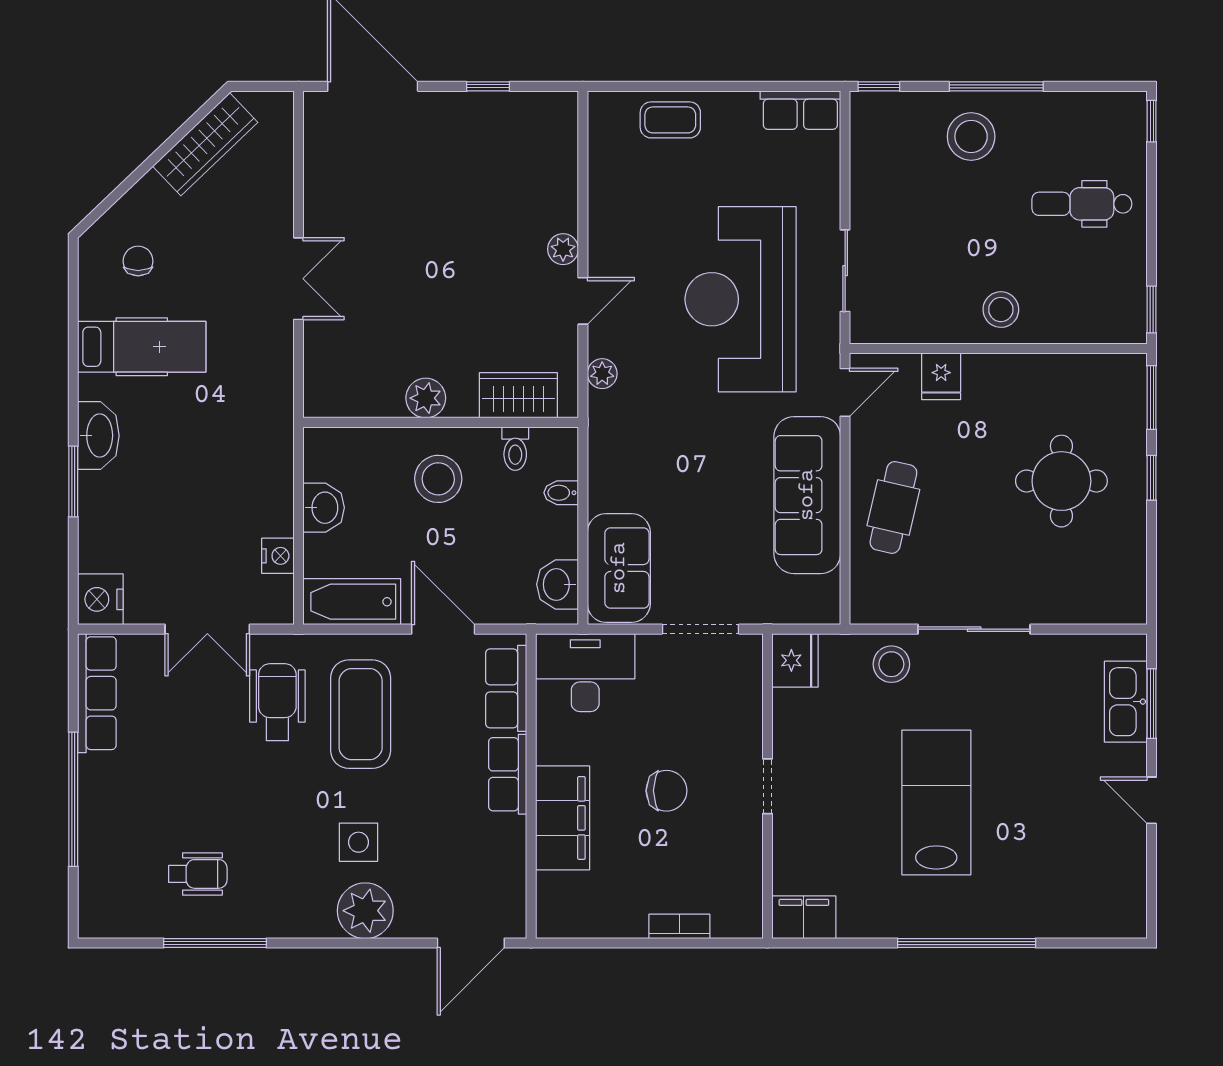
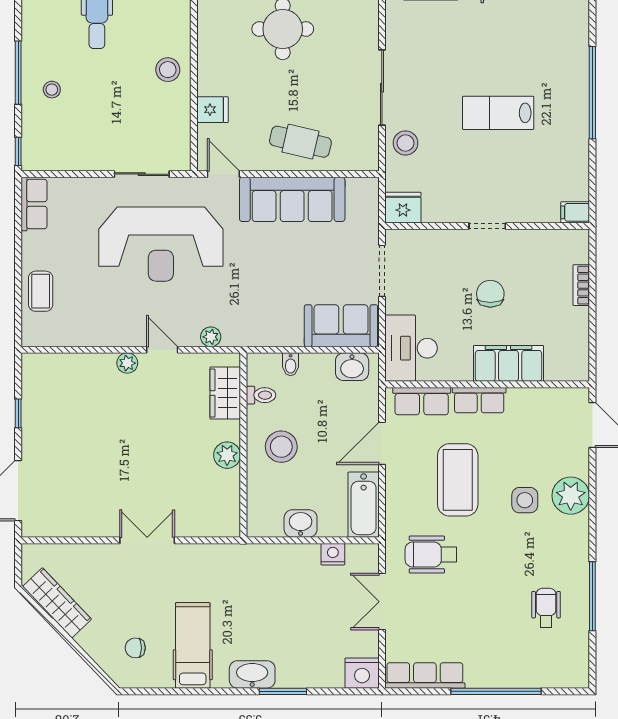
stool: (971, 136) -> (52, 90), width x0.53, depth x0.53
double door: (207, 629) -> (382, 602), swing flipped
coffee table: (361, 714) -> (458, 480), moved, turned 90
lab bench: (936, 802) -> (498, 113), width x0.73, depth x0.72
filing cabinet: (804, 917) -> (575, 212), width x0.50

